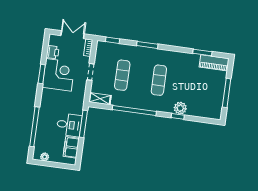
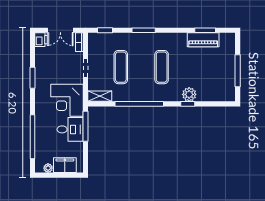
double door: (73, 35) -> (60, 30), swing flipped
printer: (53, 52) -> (41, 40), moved
piano: (214, 63) -> (203, 40), moved
corner desk: (59, 75) -> (67, 100), moved, turned 180
filing cabinet: (71, 147) -> (65, 165), moved, turned 90

